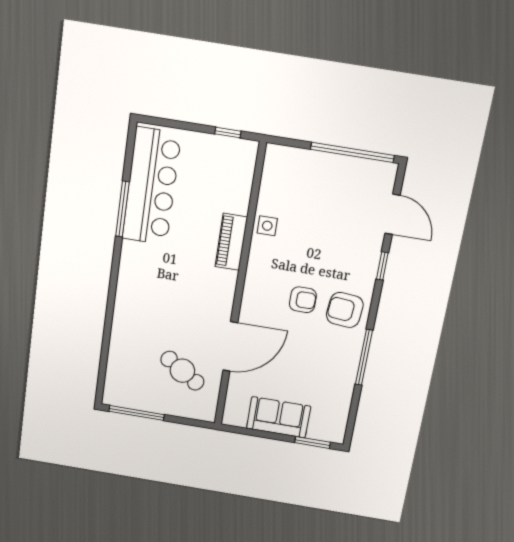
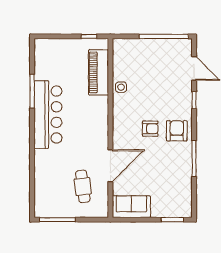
bar counter: (151, 187) -> (48, 115), moved
piano: (231, 242) -> (99, 72), moved, width x1.37, depth x1.33
armchair: (345, 310) -> (177, 131), turned 85
cafe table: (182, 371) -> (83, 186), turned 50
sofa: (279, 417) -> (131, 207), moved

